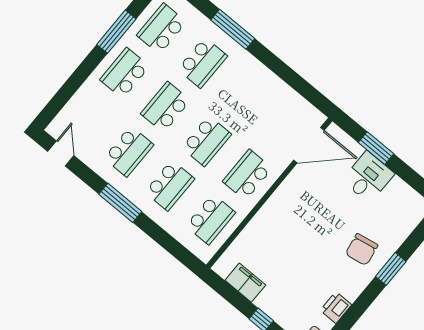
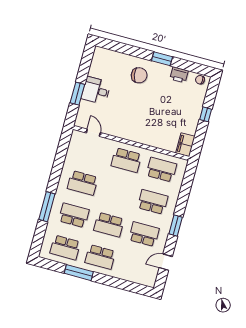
school desk: (206, 141) -> (83, 183), moved, turned 180
door: (309, 145) -> (93, 133), width x0.53
door: (61, 154) -> (166, 262), moved
window: (120, 203) -> (176, 225), width x0.69
window: (391, 269) -> (162, 59), moved
filing cabinet: (245, 283) -> (185, 145), moved

